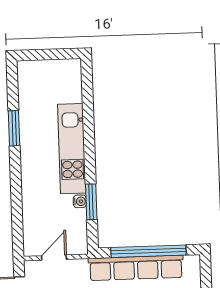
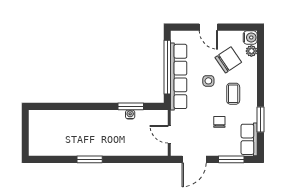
window: (14, 128) -> (90, 159), moved
kitchen unit: (72, 149) -> (93, 119), removed

